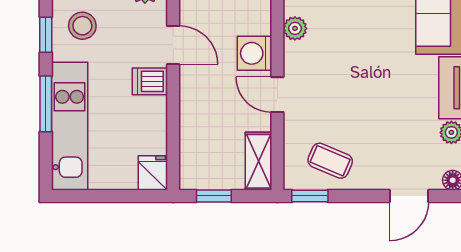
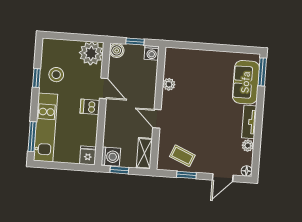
washing machine: (254, 53) -> (111, 157), moved, turned 180
window: (46, 104) -> (32, 137), moved
window: (310, 196) -> (186, 175), moved

